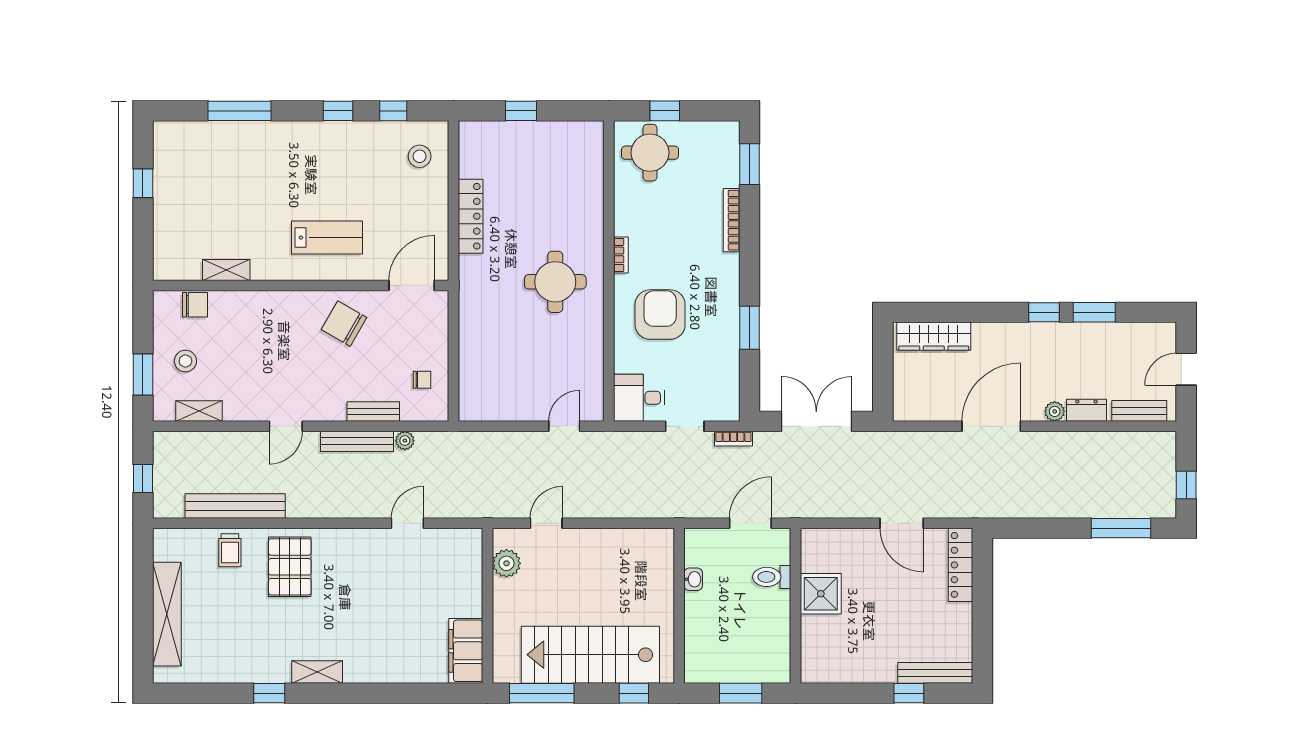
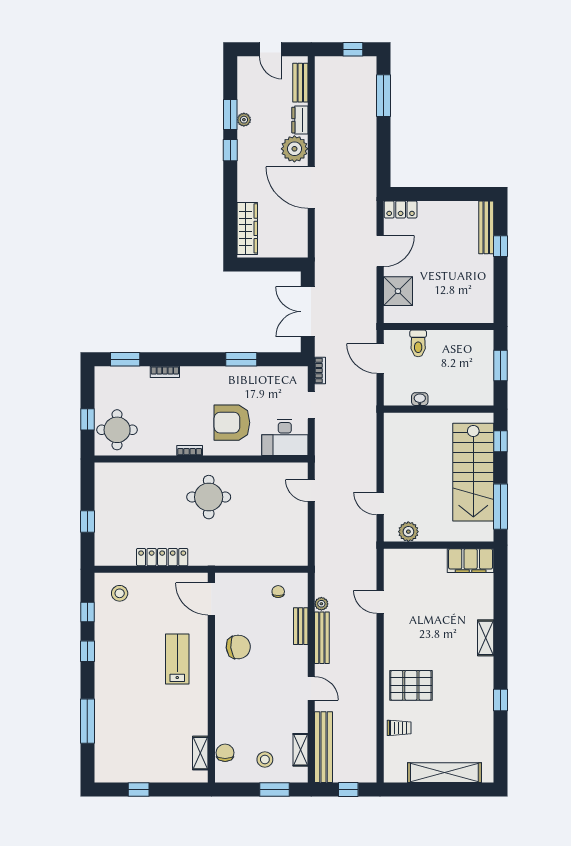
bookcase: (732, 220) -> (165, 372), width x0.64
shelving: (226, 270) -> (200, 753), moved
chair: (344, 324) -> (238, 647), turned -126
plant: (1087, 332) -> (244, 120), added
desk: (639, 398) -> (285, 438), width x1.37
plant: (1055, 411) -> (294, 149), width x1.87, depth x1.87
bench: (235, 506) -> (323, 747), moved
locker: (960, 565) -> (401, 209), width x0.66
shower: (821, 594) -> (398, 291), moved
shelving: (317, 672) -> (486, 638), moved

